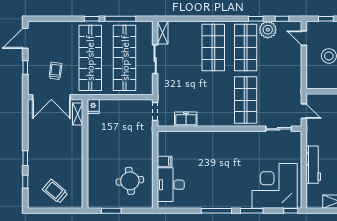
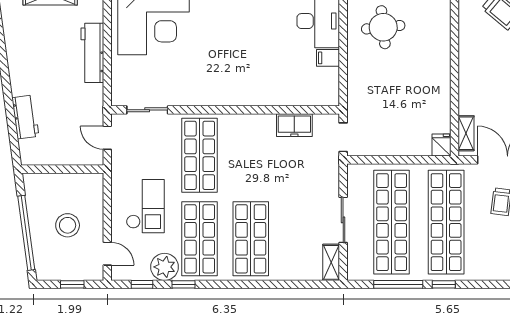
checkout: (280, 68) -> (145, 206), added

